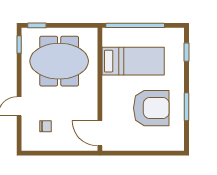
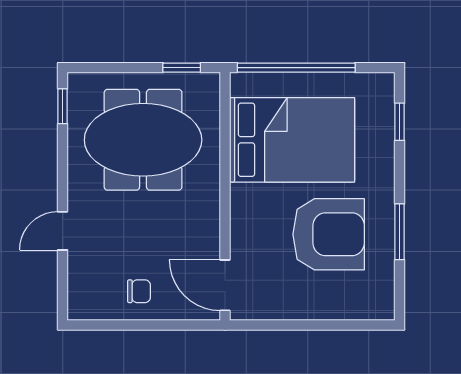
window: (37, 25) -> (182, 68), moved
bed: (133, 61) -> (292, 140), width x1.50
chair: (45, 126) -> (139, 291), moved

